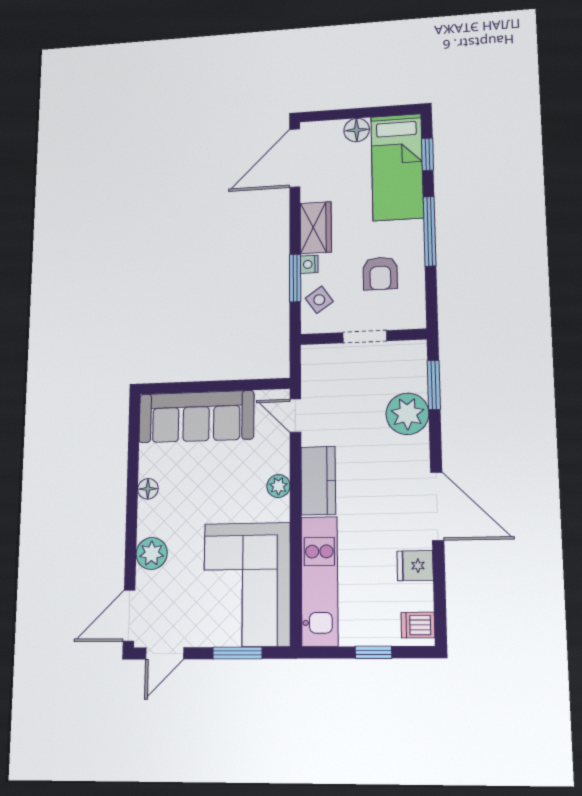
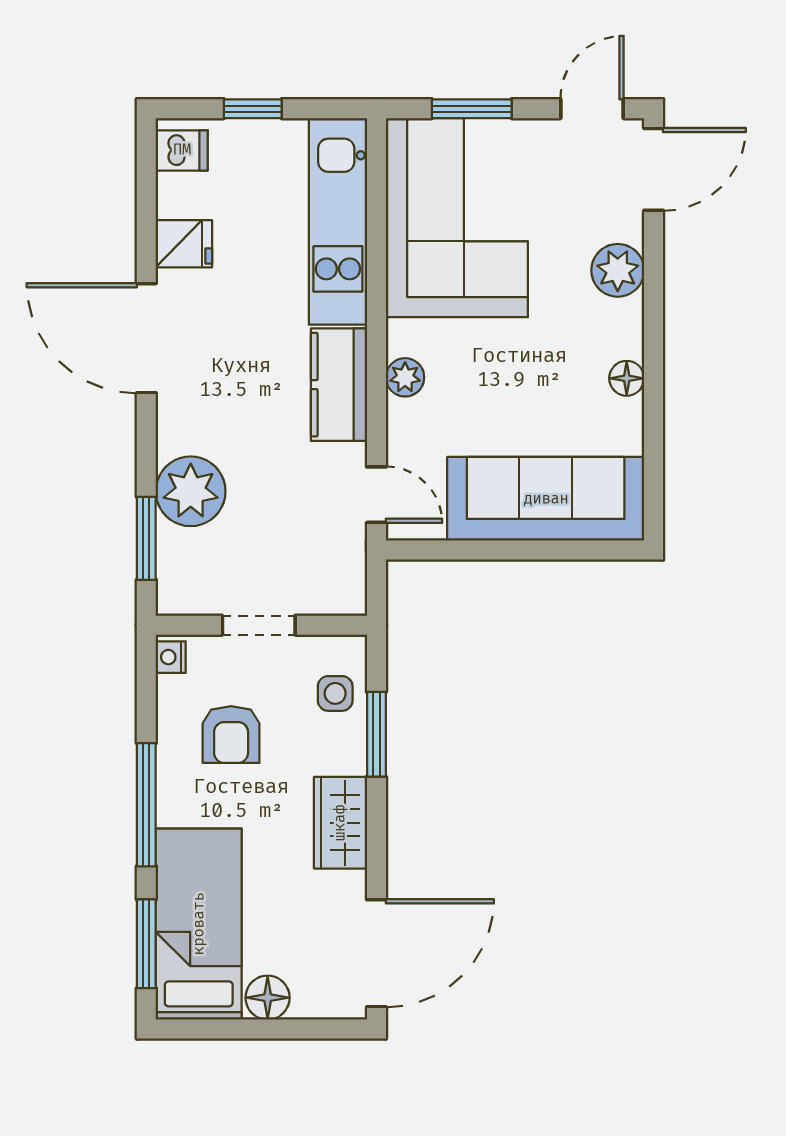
window: (427, 154) -> (146, 944), width x1.50
nightstand: (309, 264) -> (171, 657), moved, turned 180
armchair: (380, 273) -> (231, 735), turned 180
side table: (319, 300) -> (335, 693), turned 35

